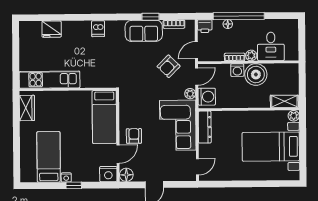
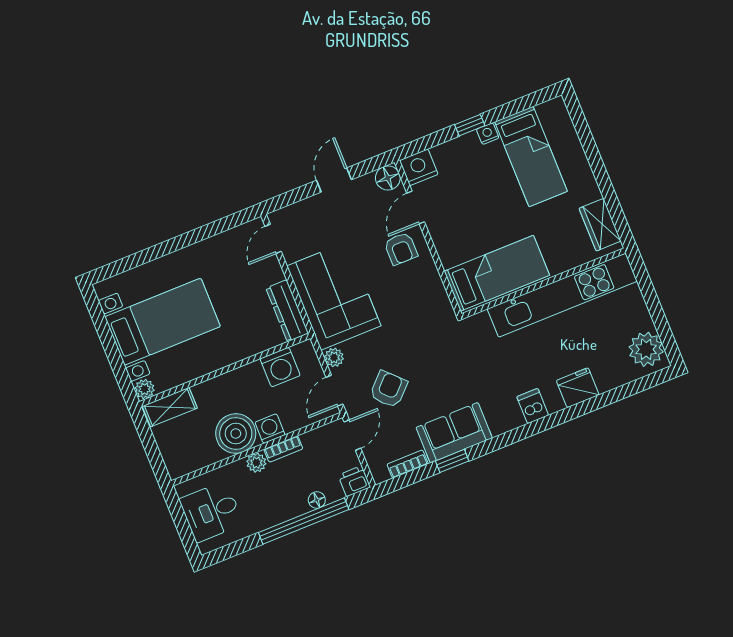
fridge: (52, 29) -> (578, 388), moved
plant: (29, 35) -> (646, 349), added
desk: (271, 46) -> (211, 512), moved, turned -90
kitchen unit: (50, 80) -> (562, 295), width x1.36
washing machine: (207, 97) -> (280, 367), moved, turned -90
bed: (104, 117) -> (497, 273), moved, turned 90

